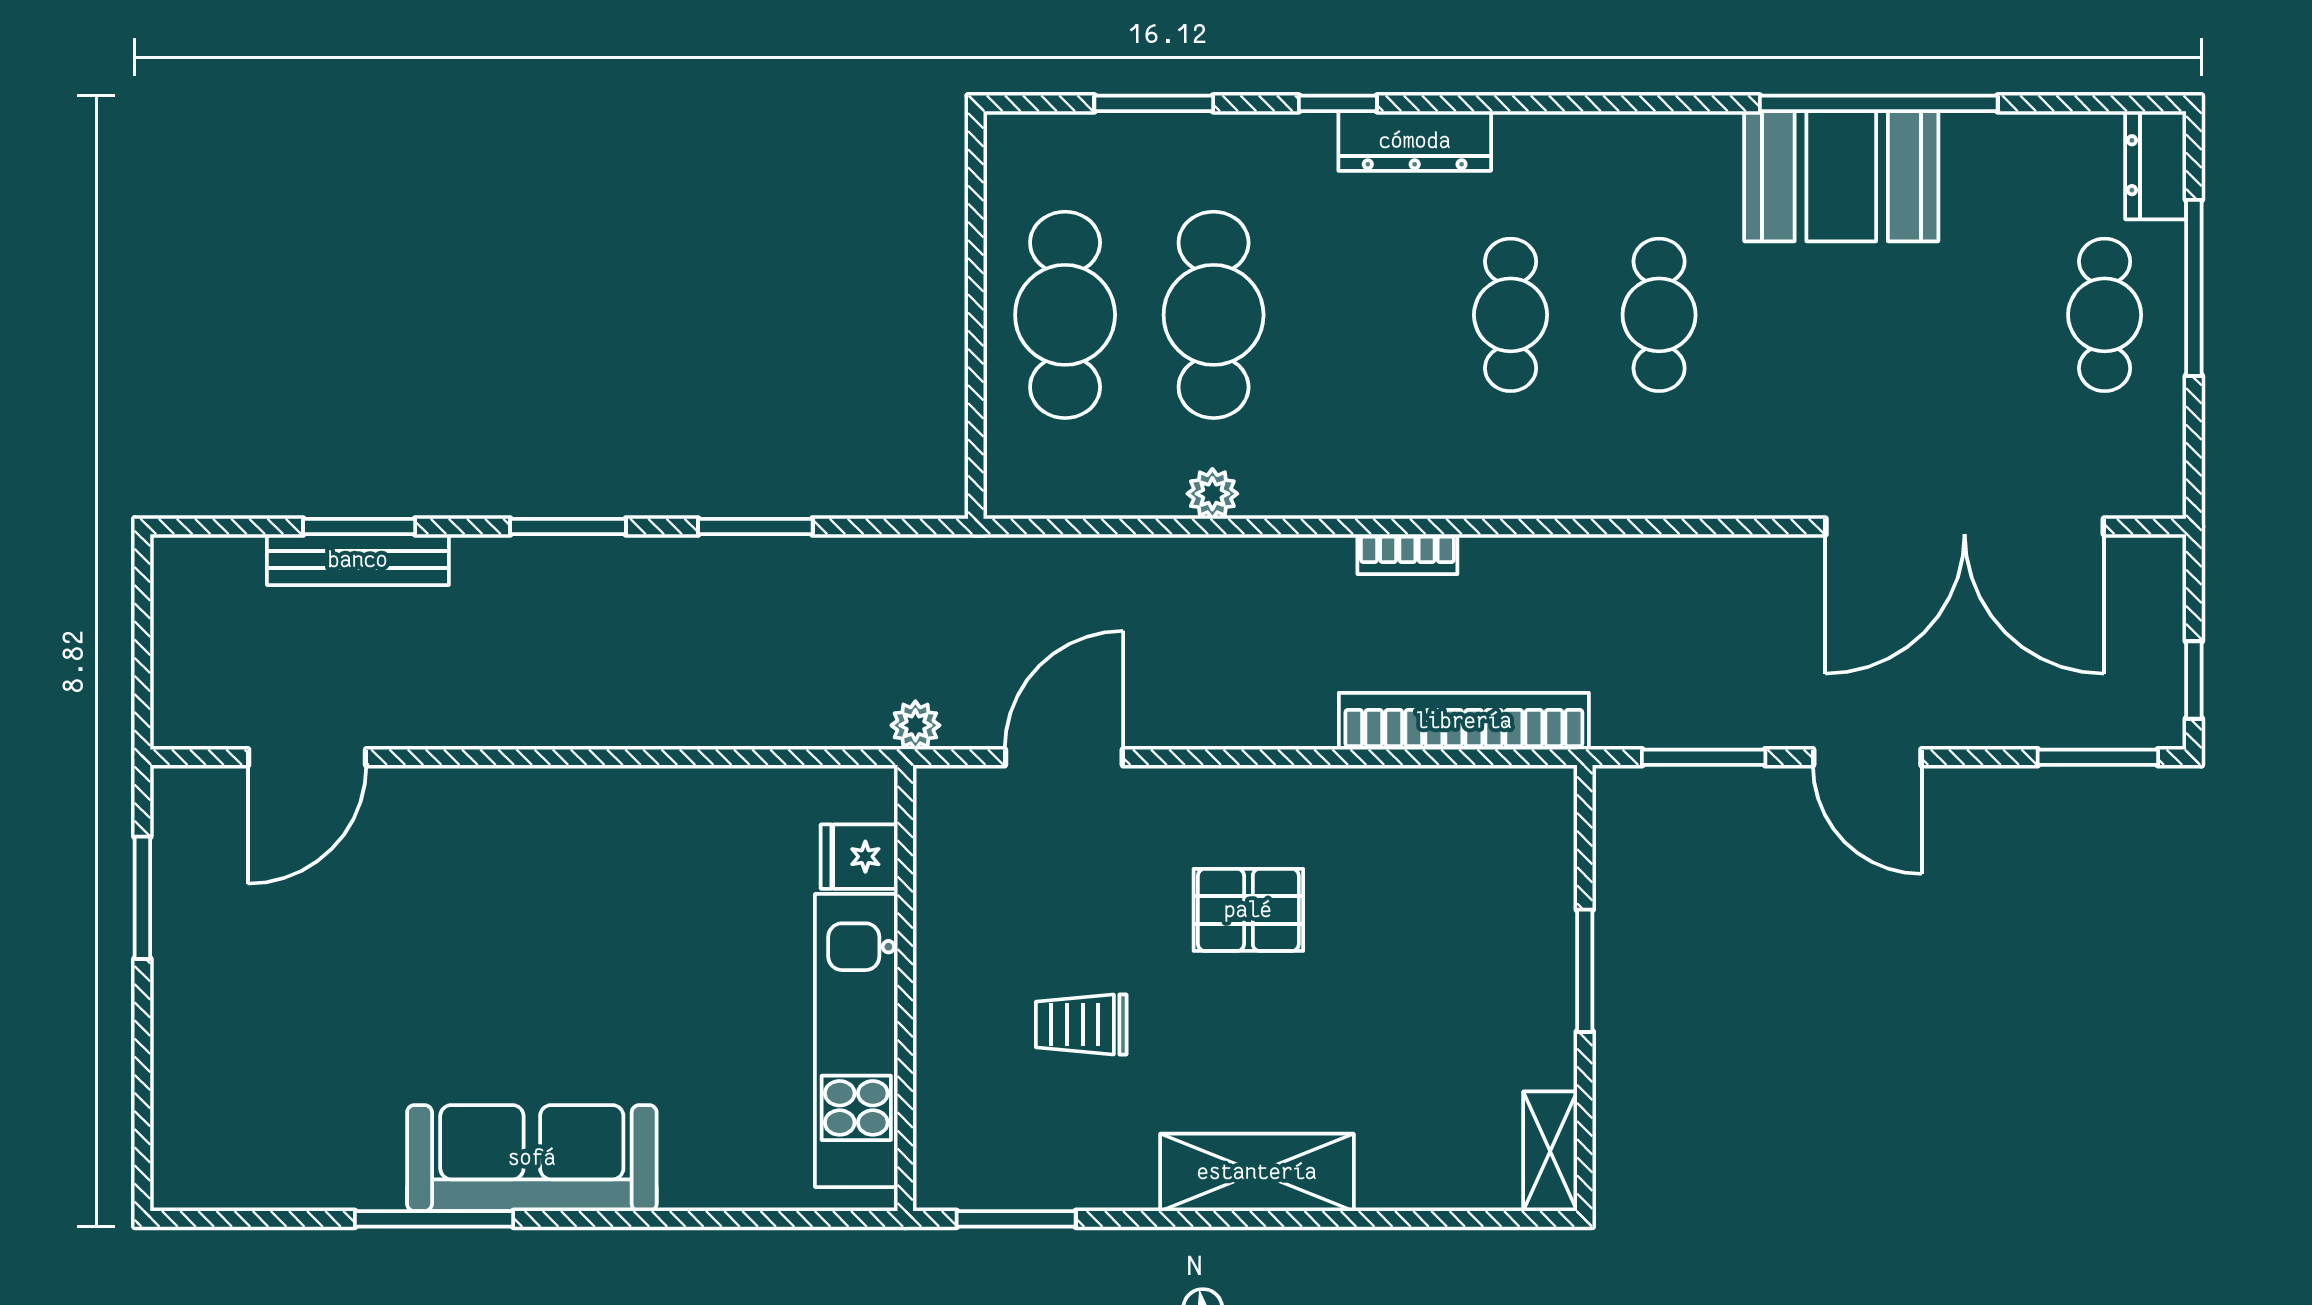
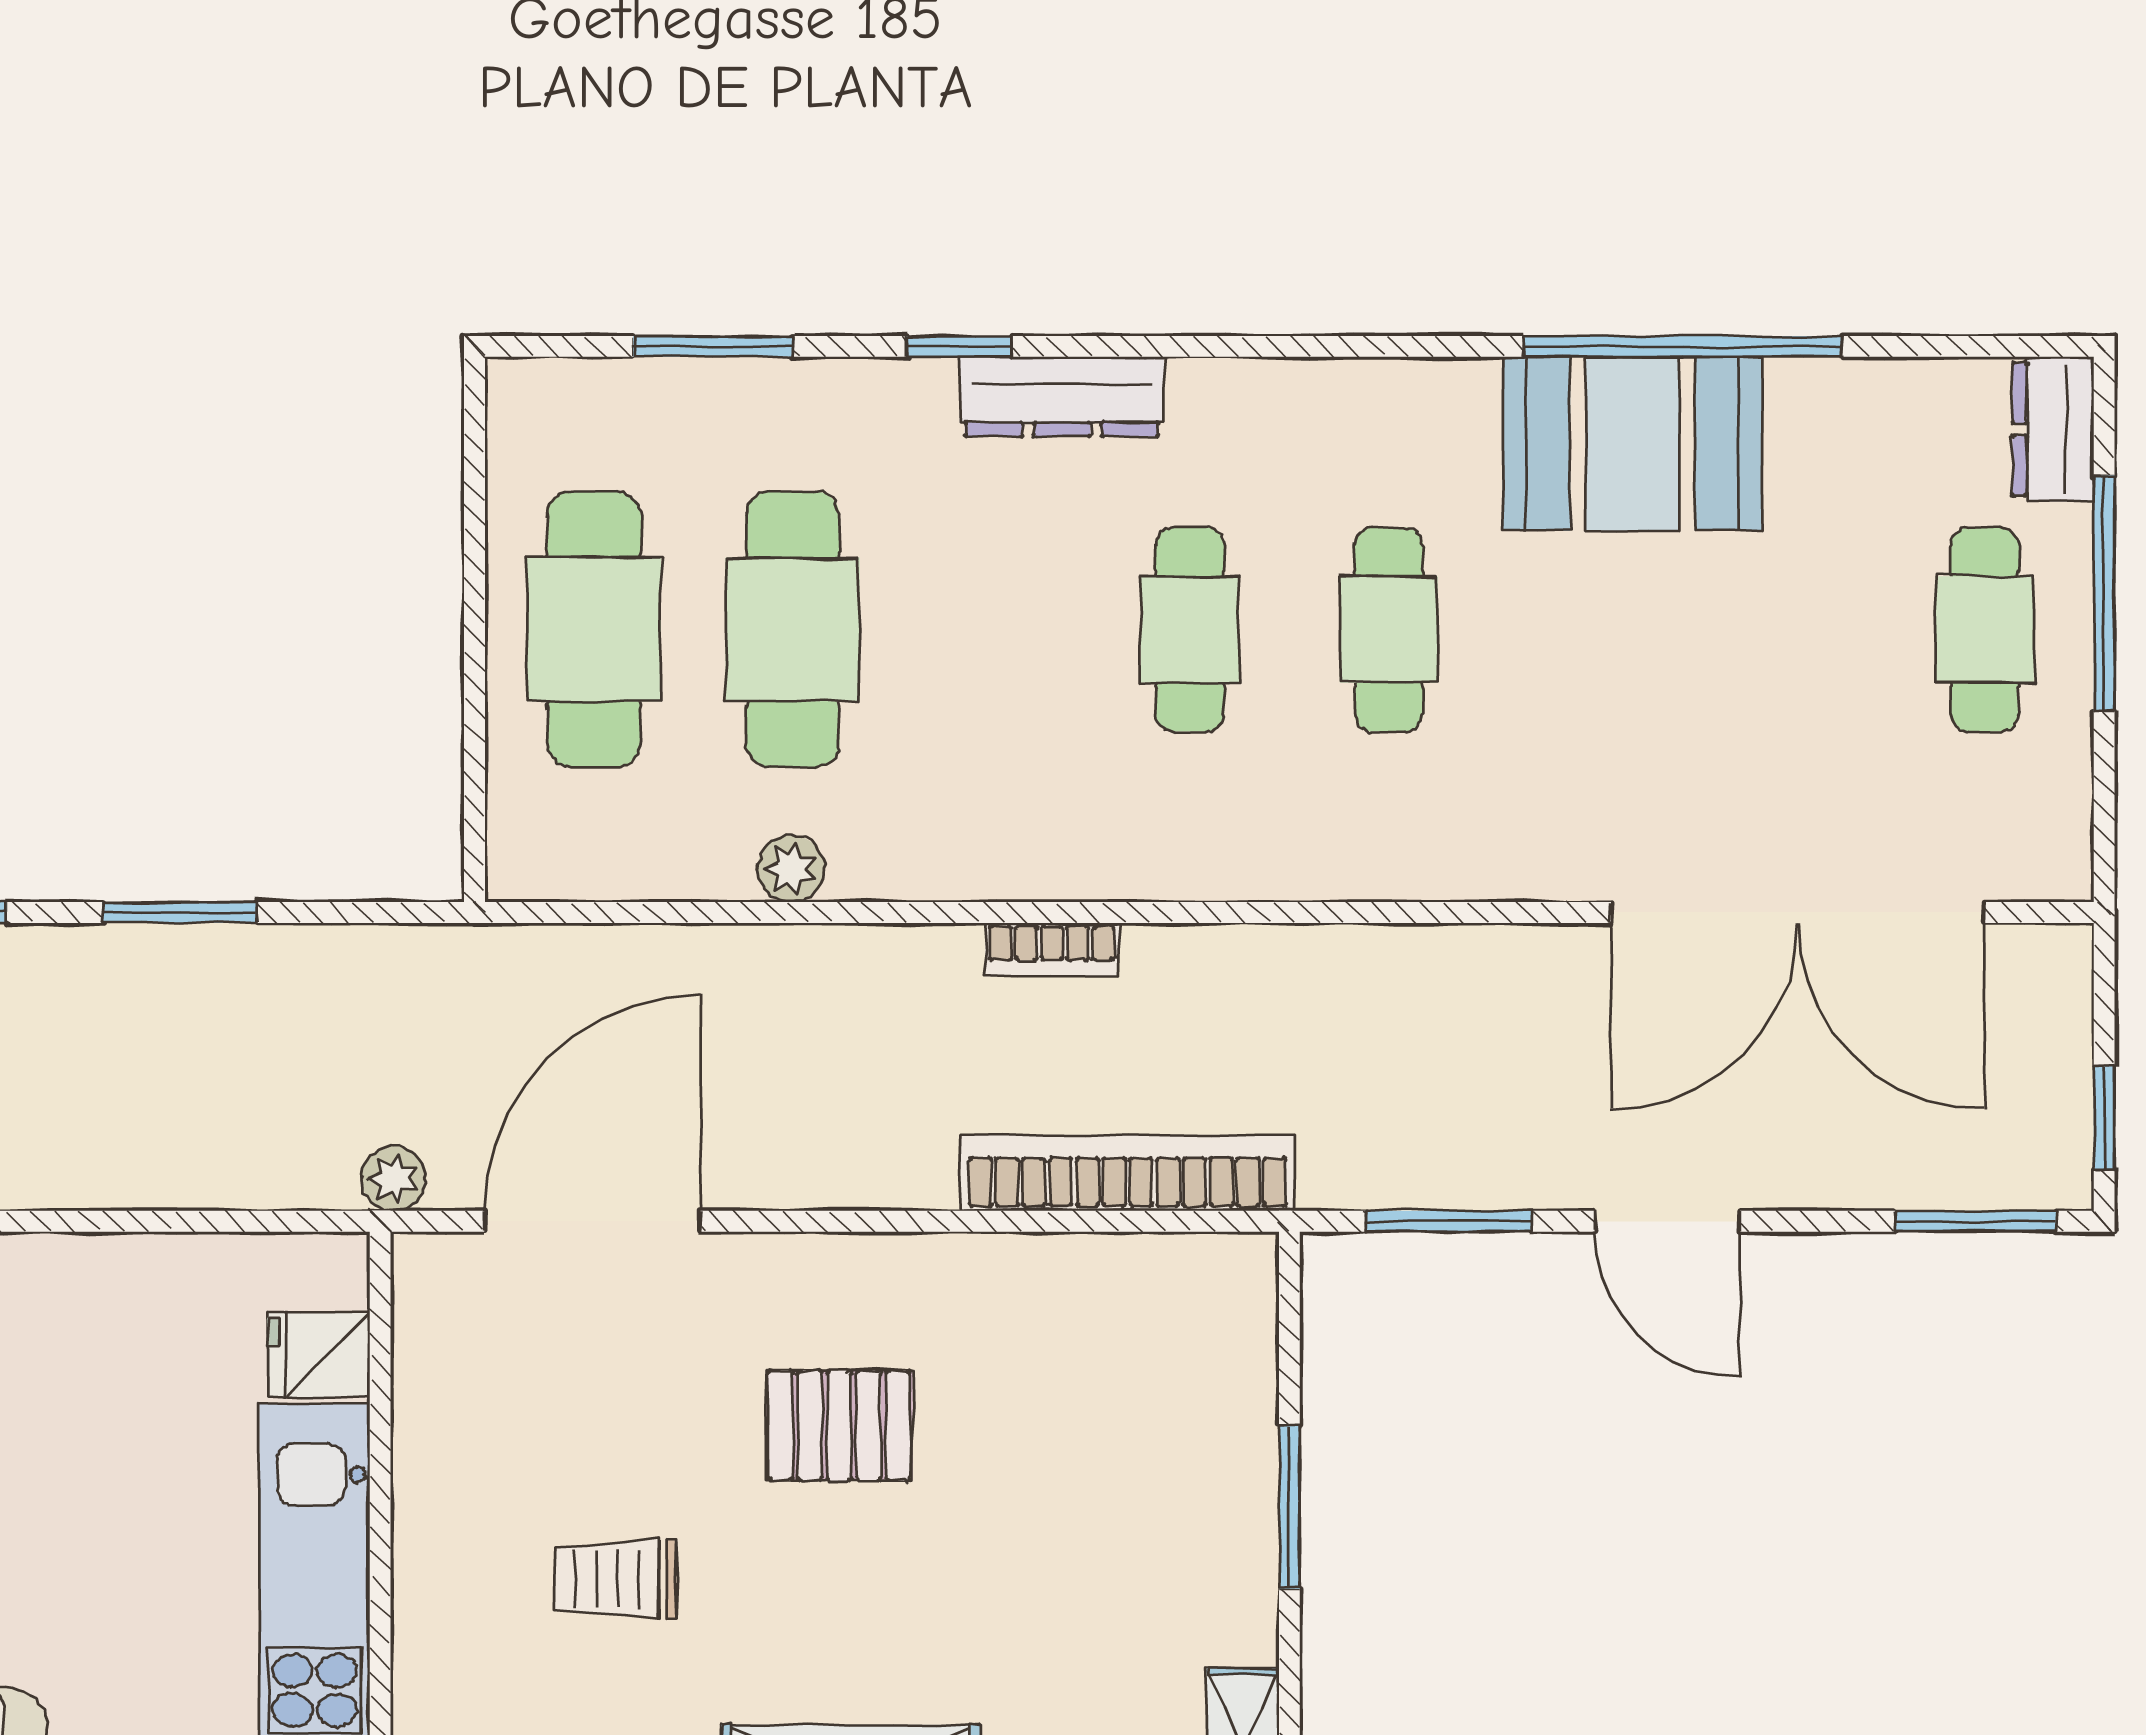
door: (1064, 757) -> (592, 1221), width x1.36

